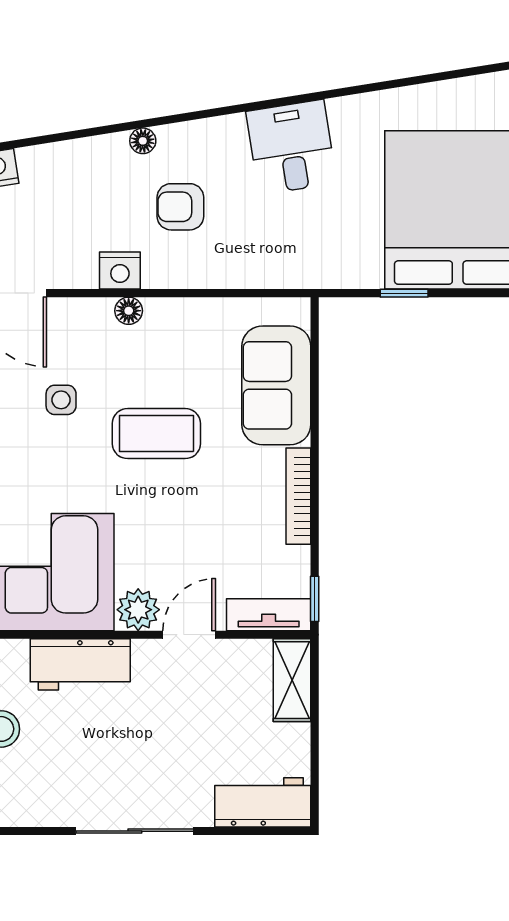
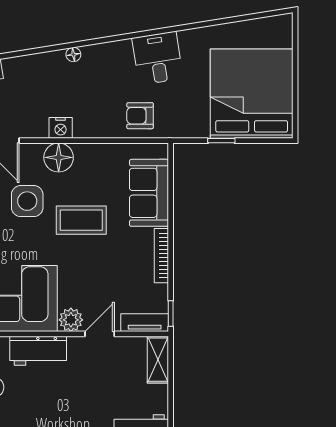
armchair: (180, 207) -> (140, 116), moved
floor lamp: (129, 311) -> (59, 157), width x1.89, depth x1.89
side table: (61, 400) -> (27, 201), width x1.87, depth x1.87

